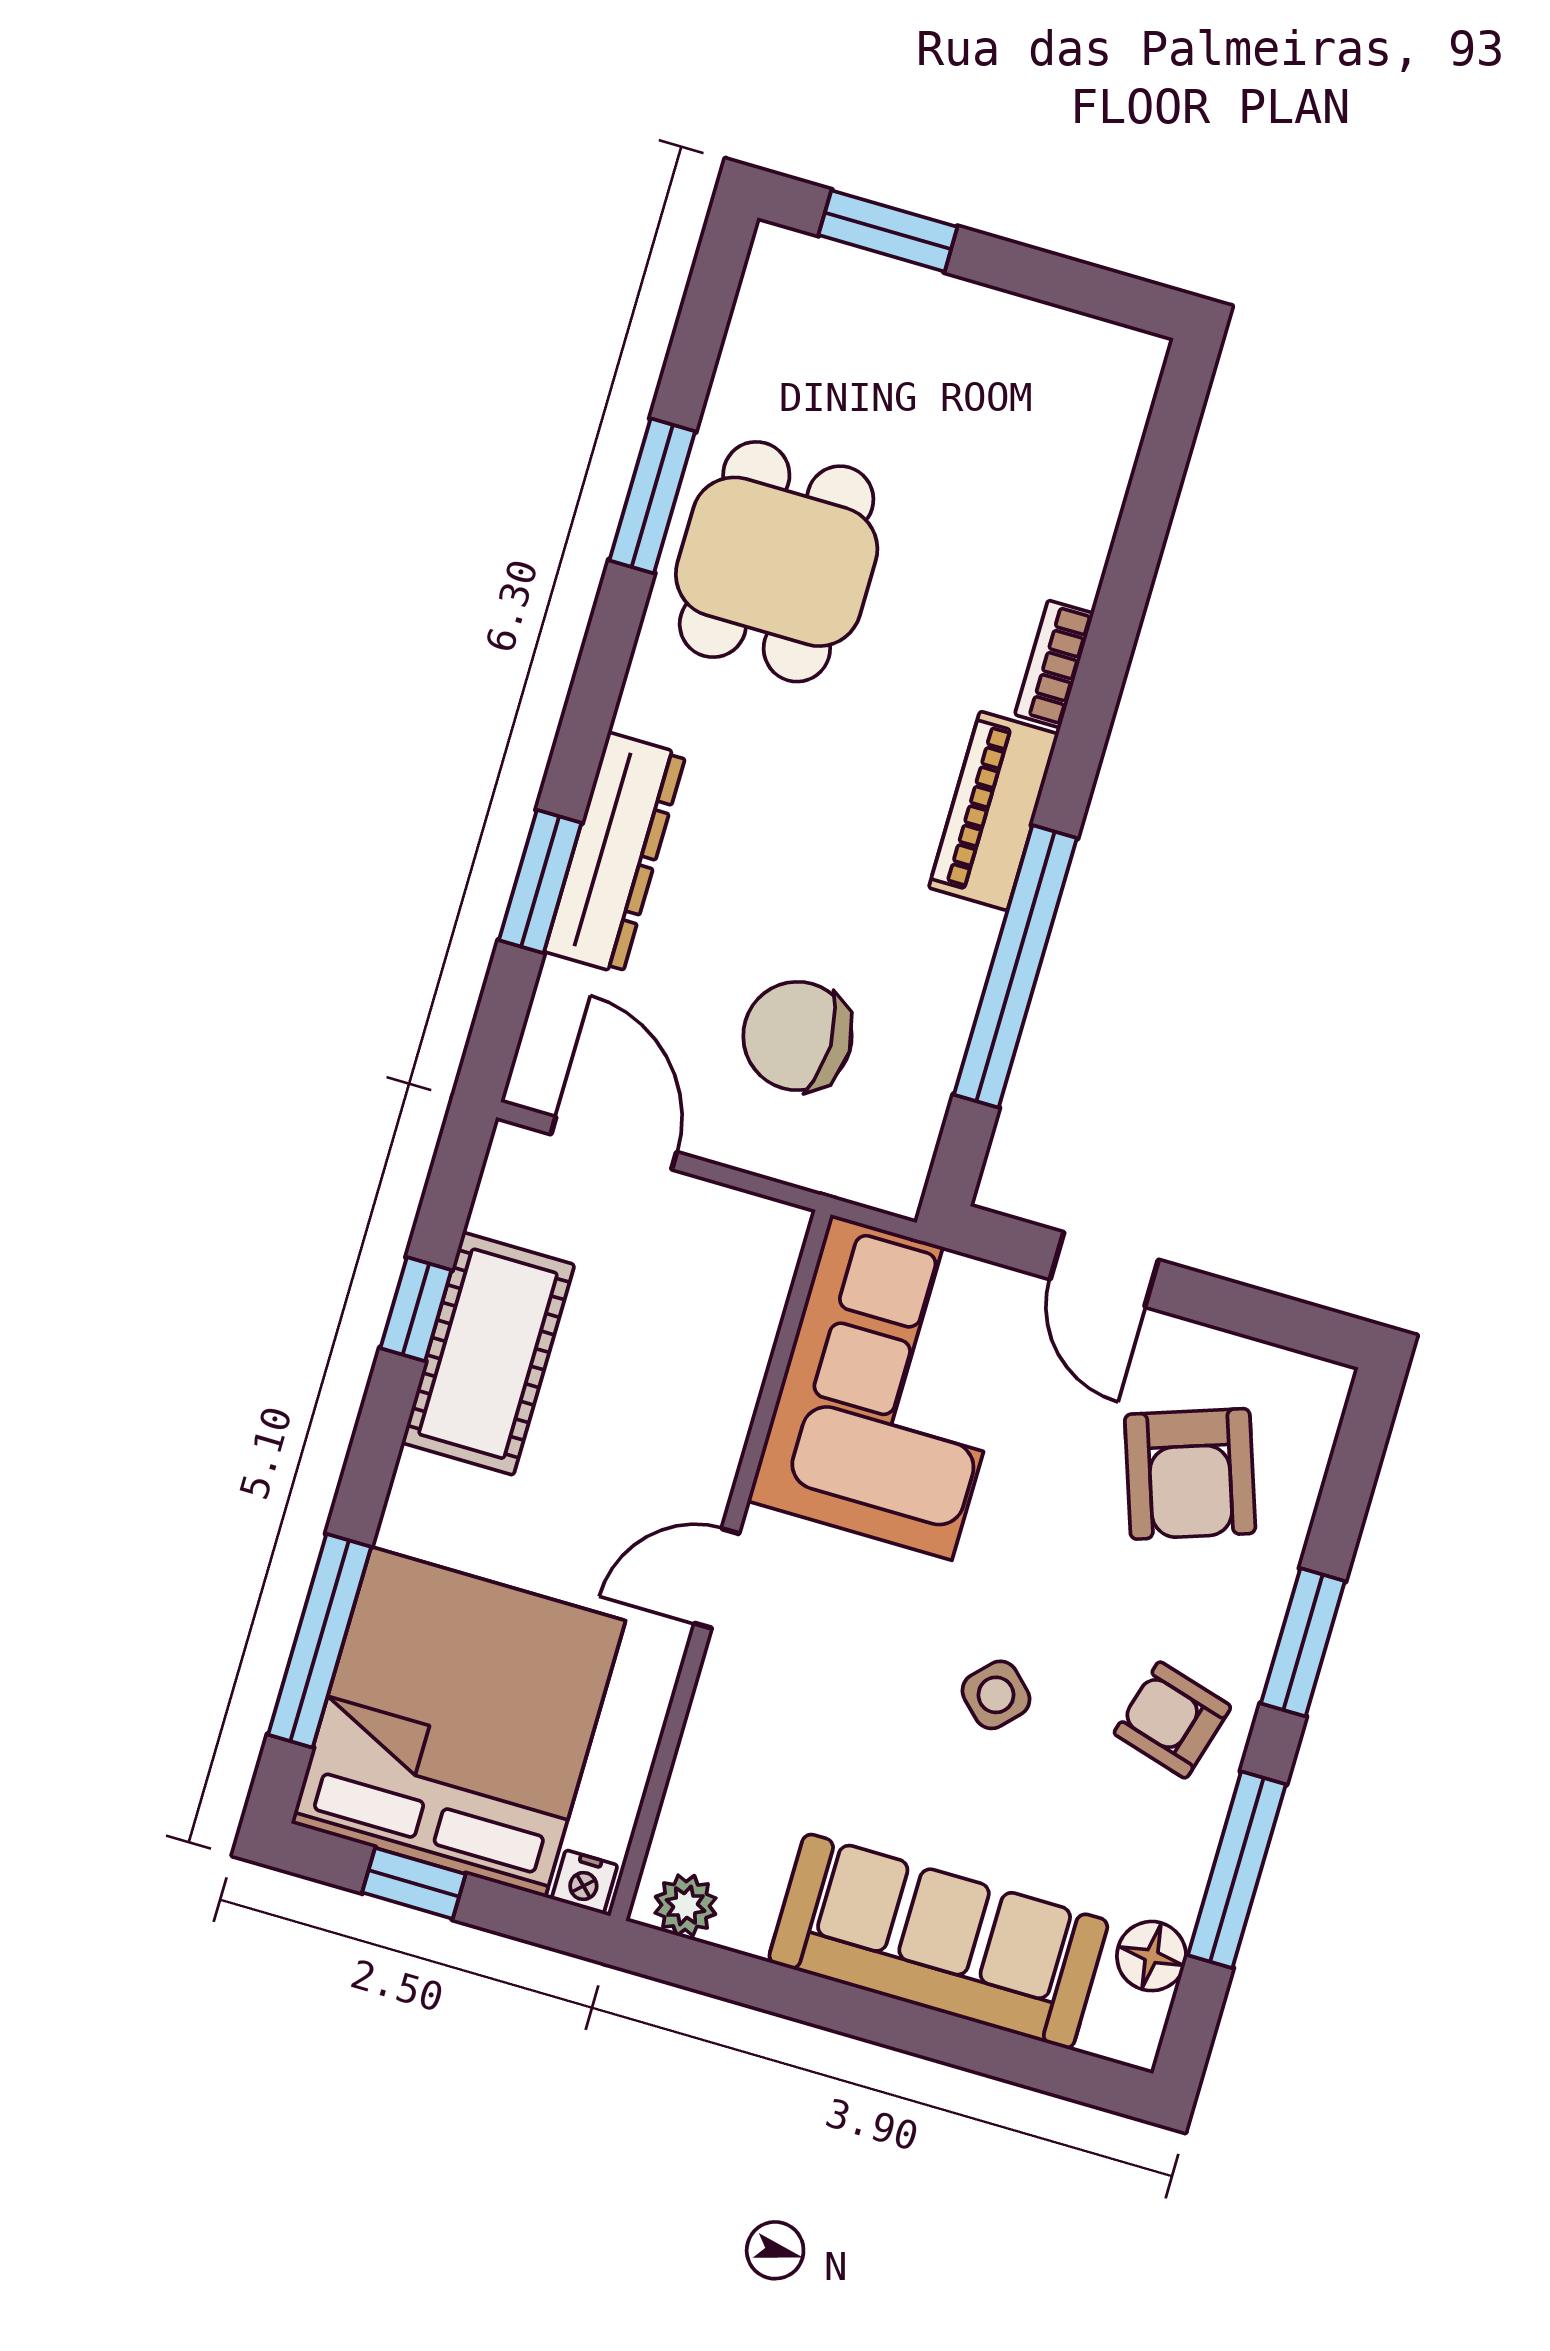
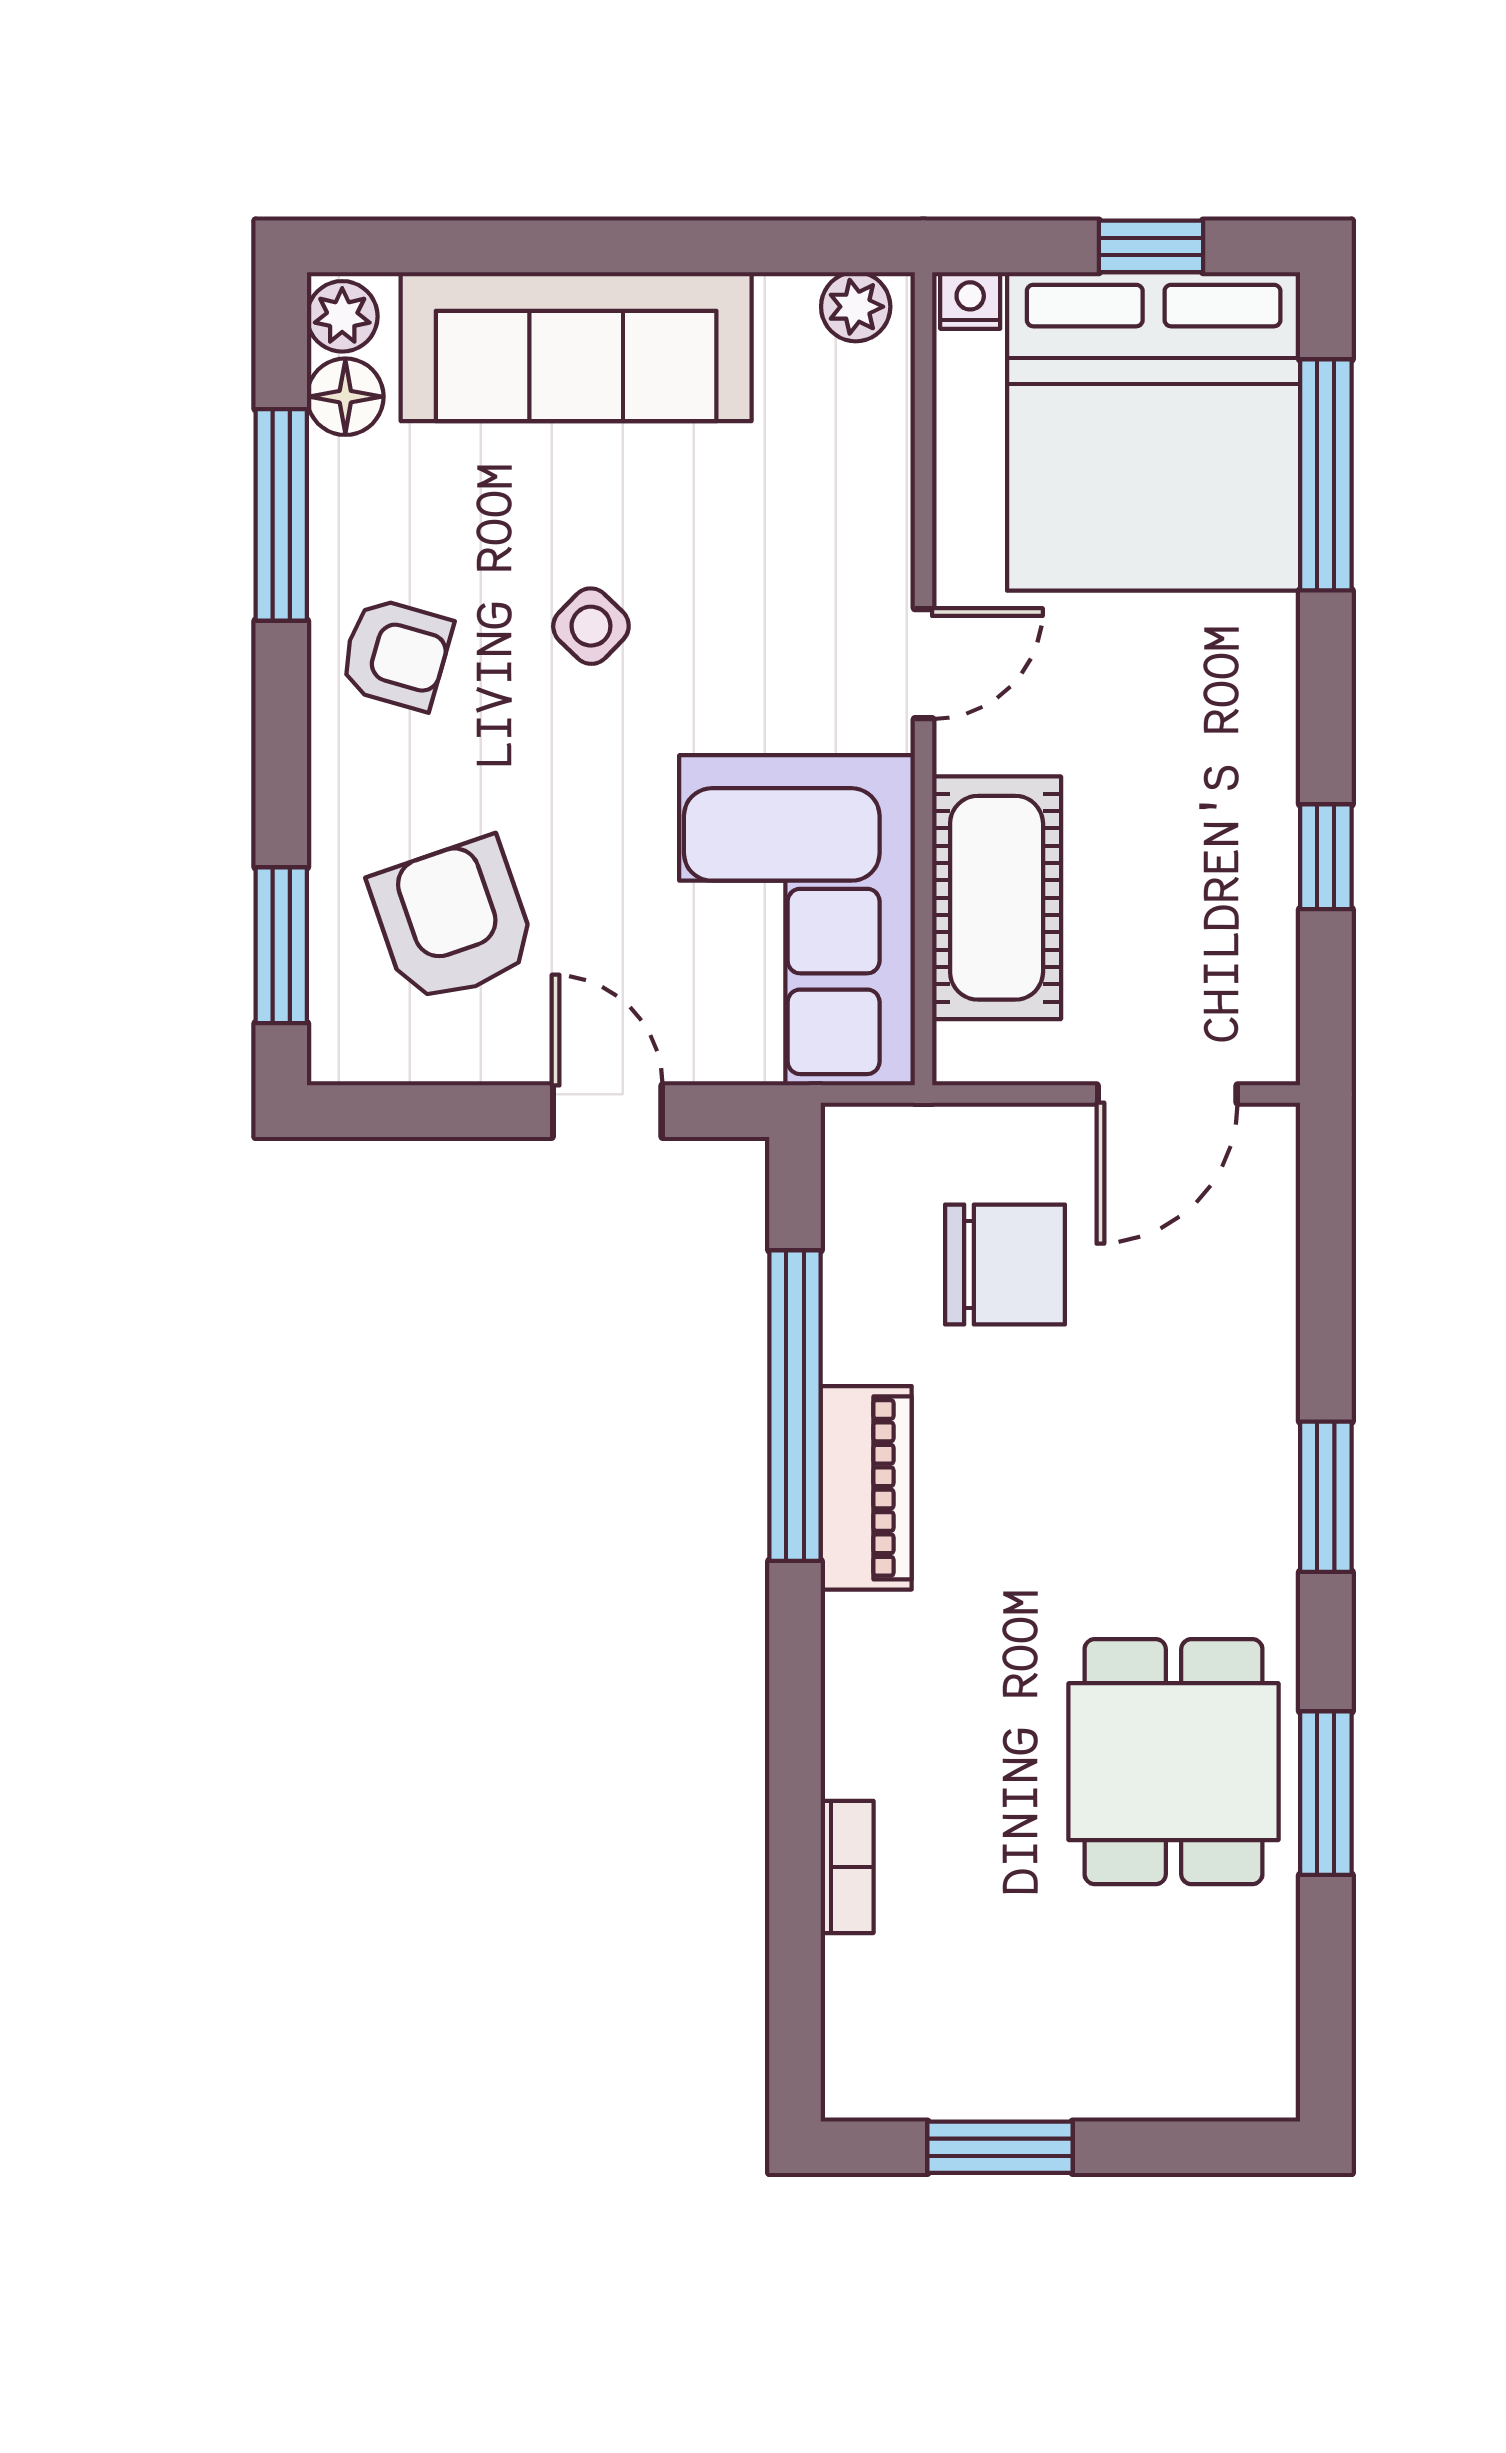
window: (888, 231) -> (1000, 2147), moved
bookcase: (1054, 664) -> (847, 1867), moved
piano: (994, 811) -> (866, 1488), moved
dresser: (615, 853) -> (1255, 1402), removed
window: (540, 882) -> (1326, 1497), moved
door: (614, 1143) -> (1167, 1094), hinge flipped
cot: (488, 1354) -> (997, 898), moved
window: (1303, 1642) -> (281, 945), moved
plant: (1134, 2027) -> (342, 316), added

